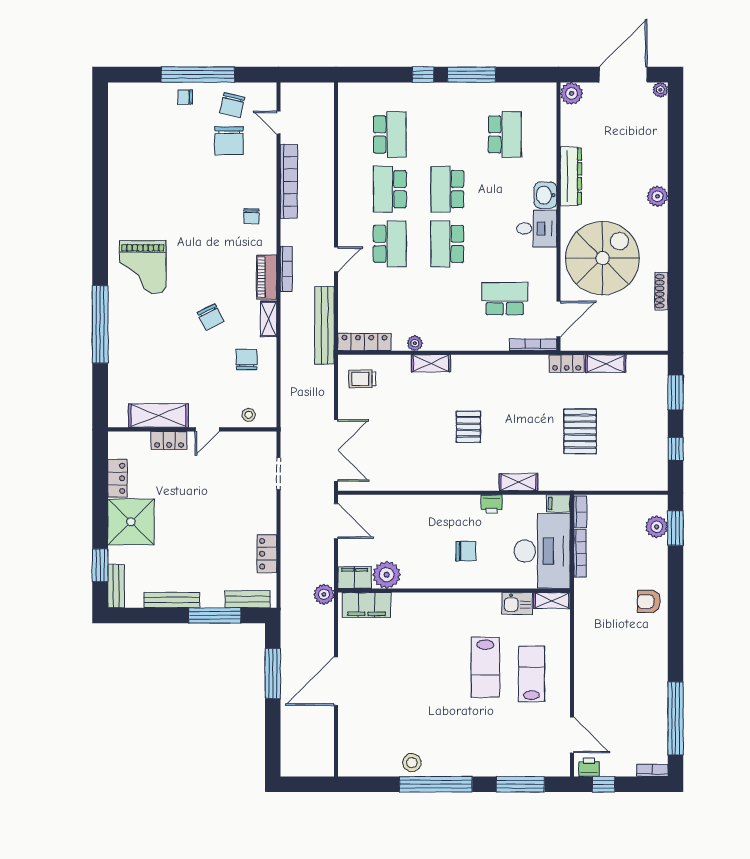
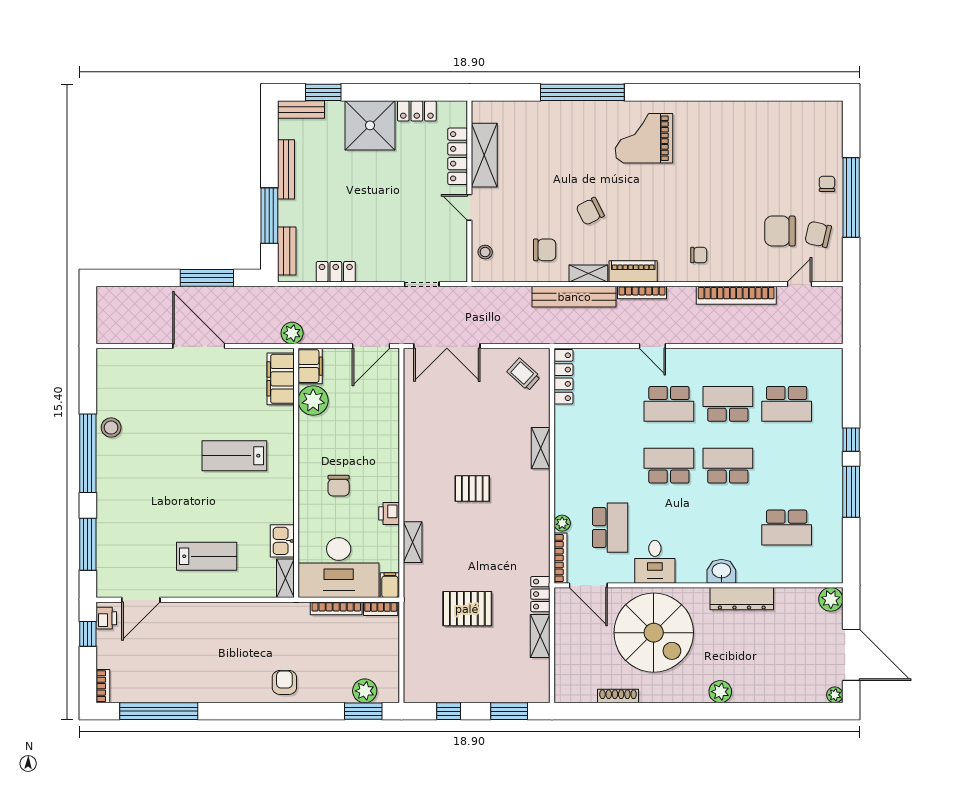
chair: (251, 216) -> (699, 255), turned 180
desk: (537, 229) -> (655, 562), moved
bench: (324, 325) -> (574, 297), moved
plant: (415, 343) -> (562, 523), moved
trolley: (362, 379) -> (524, 374), turned -48
locker: (169, 440) -> (458, 156), width x1.53
lab bench: (485, 667) -> (234, 456), moved

